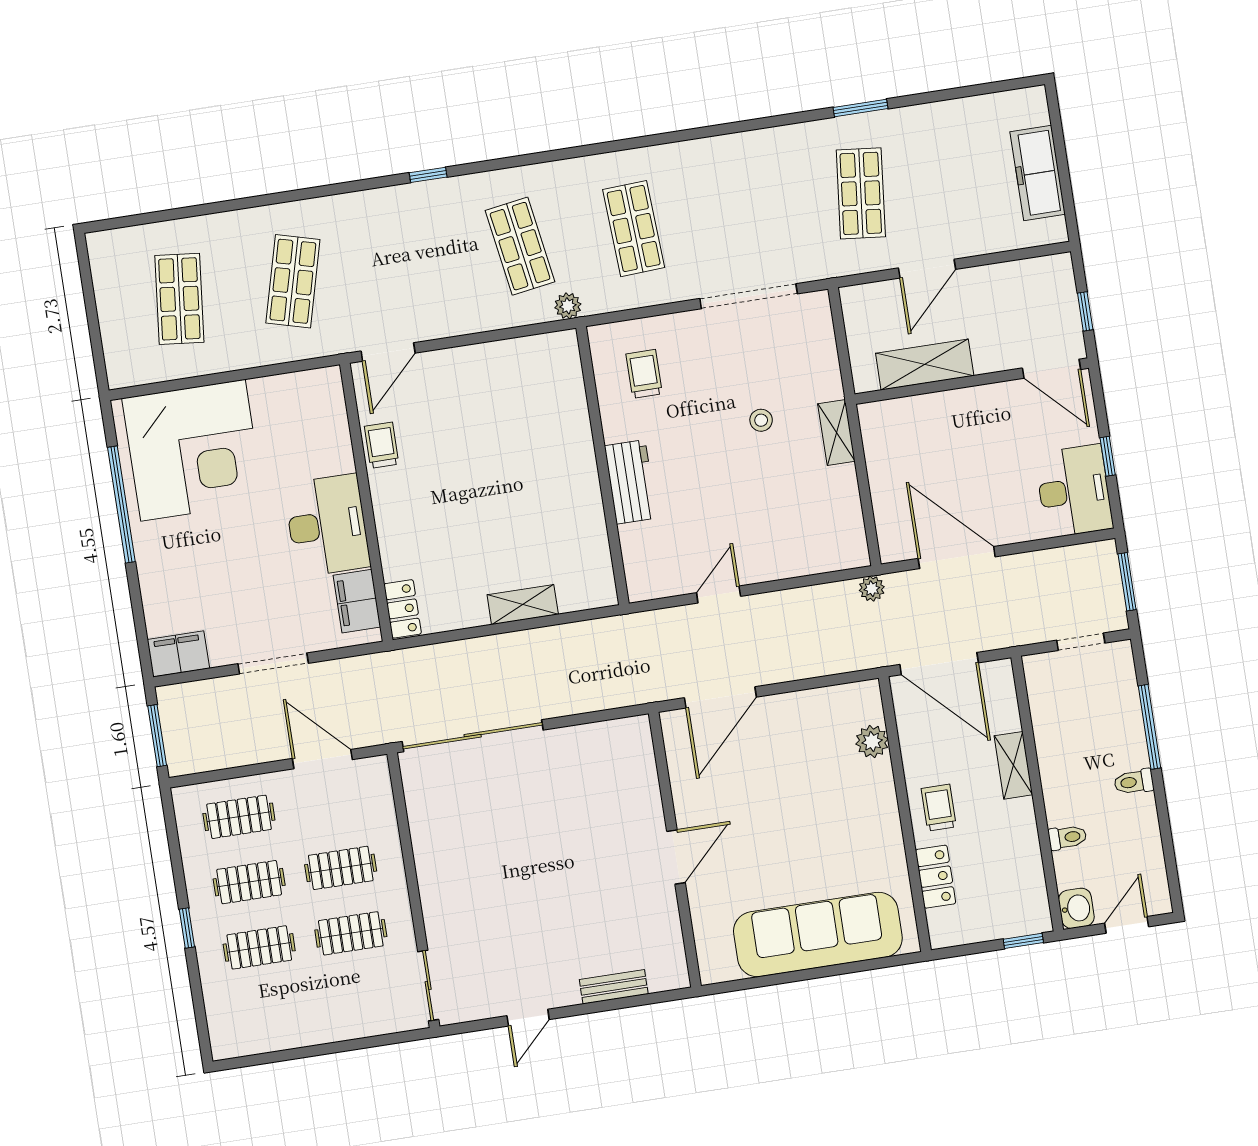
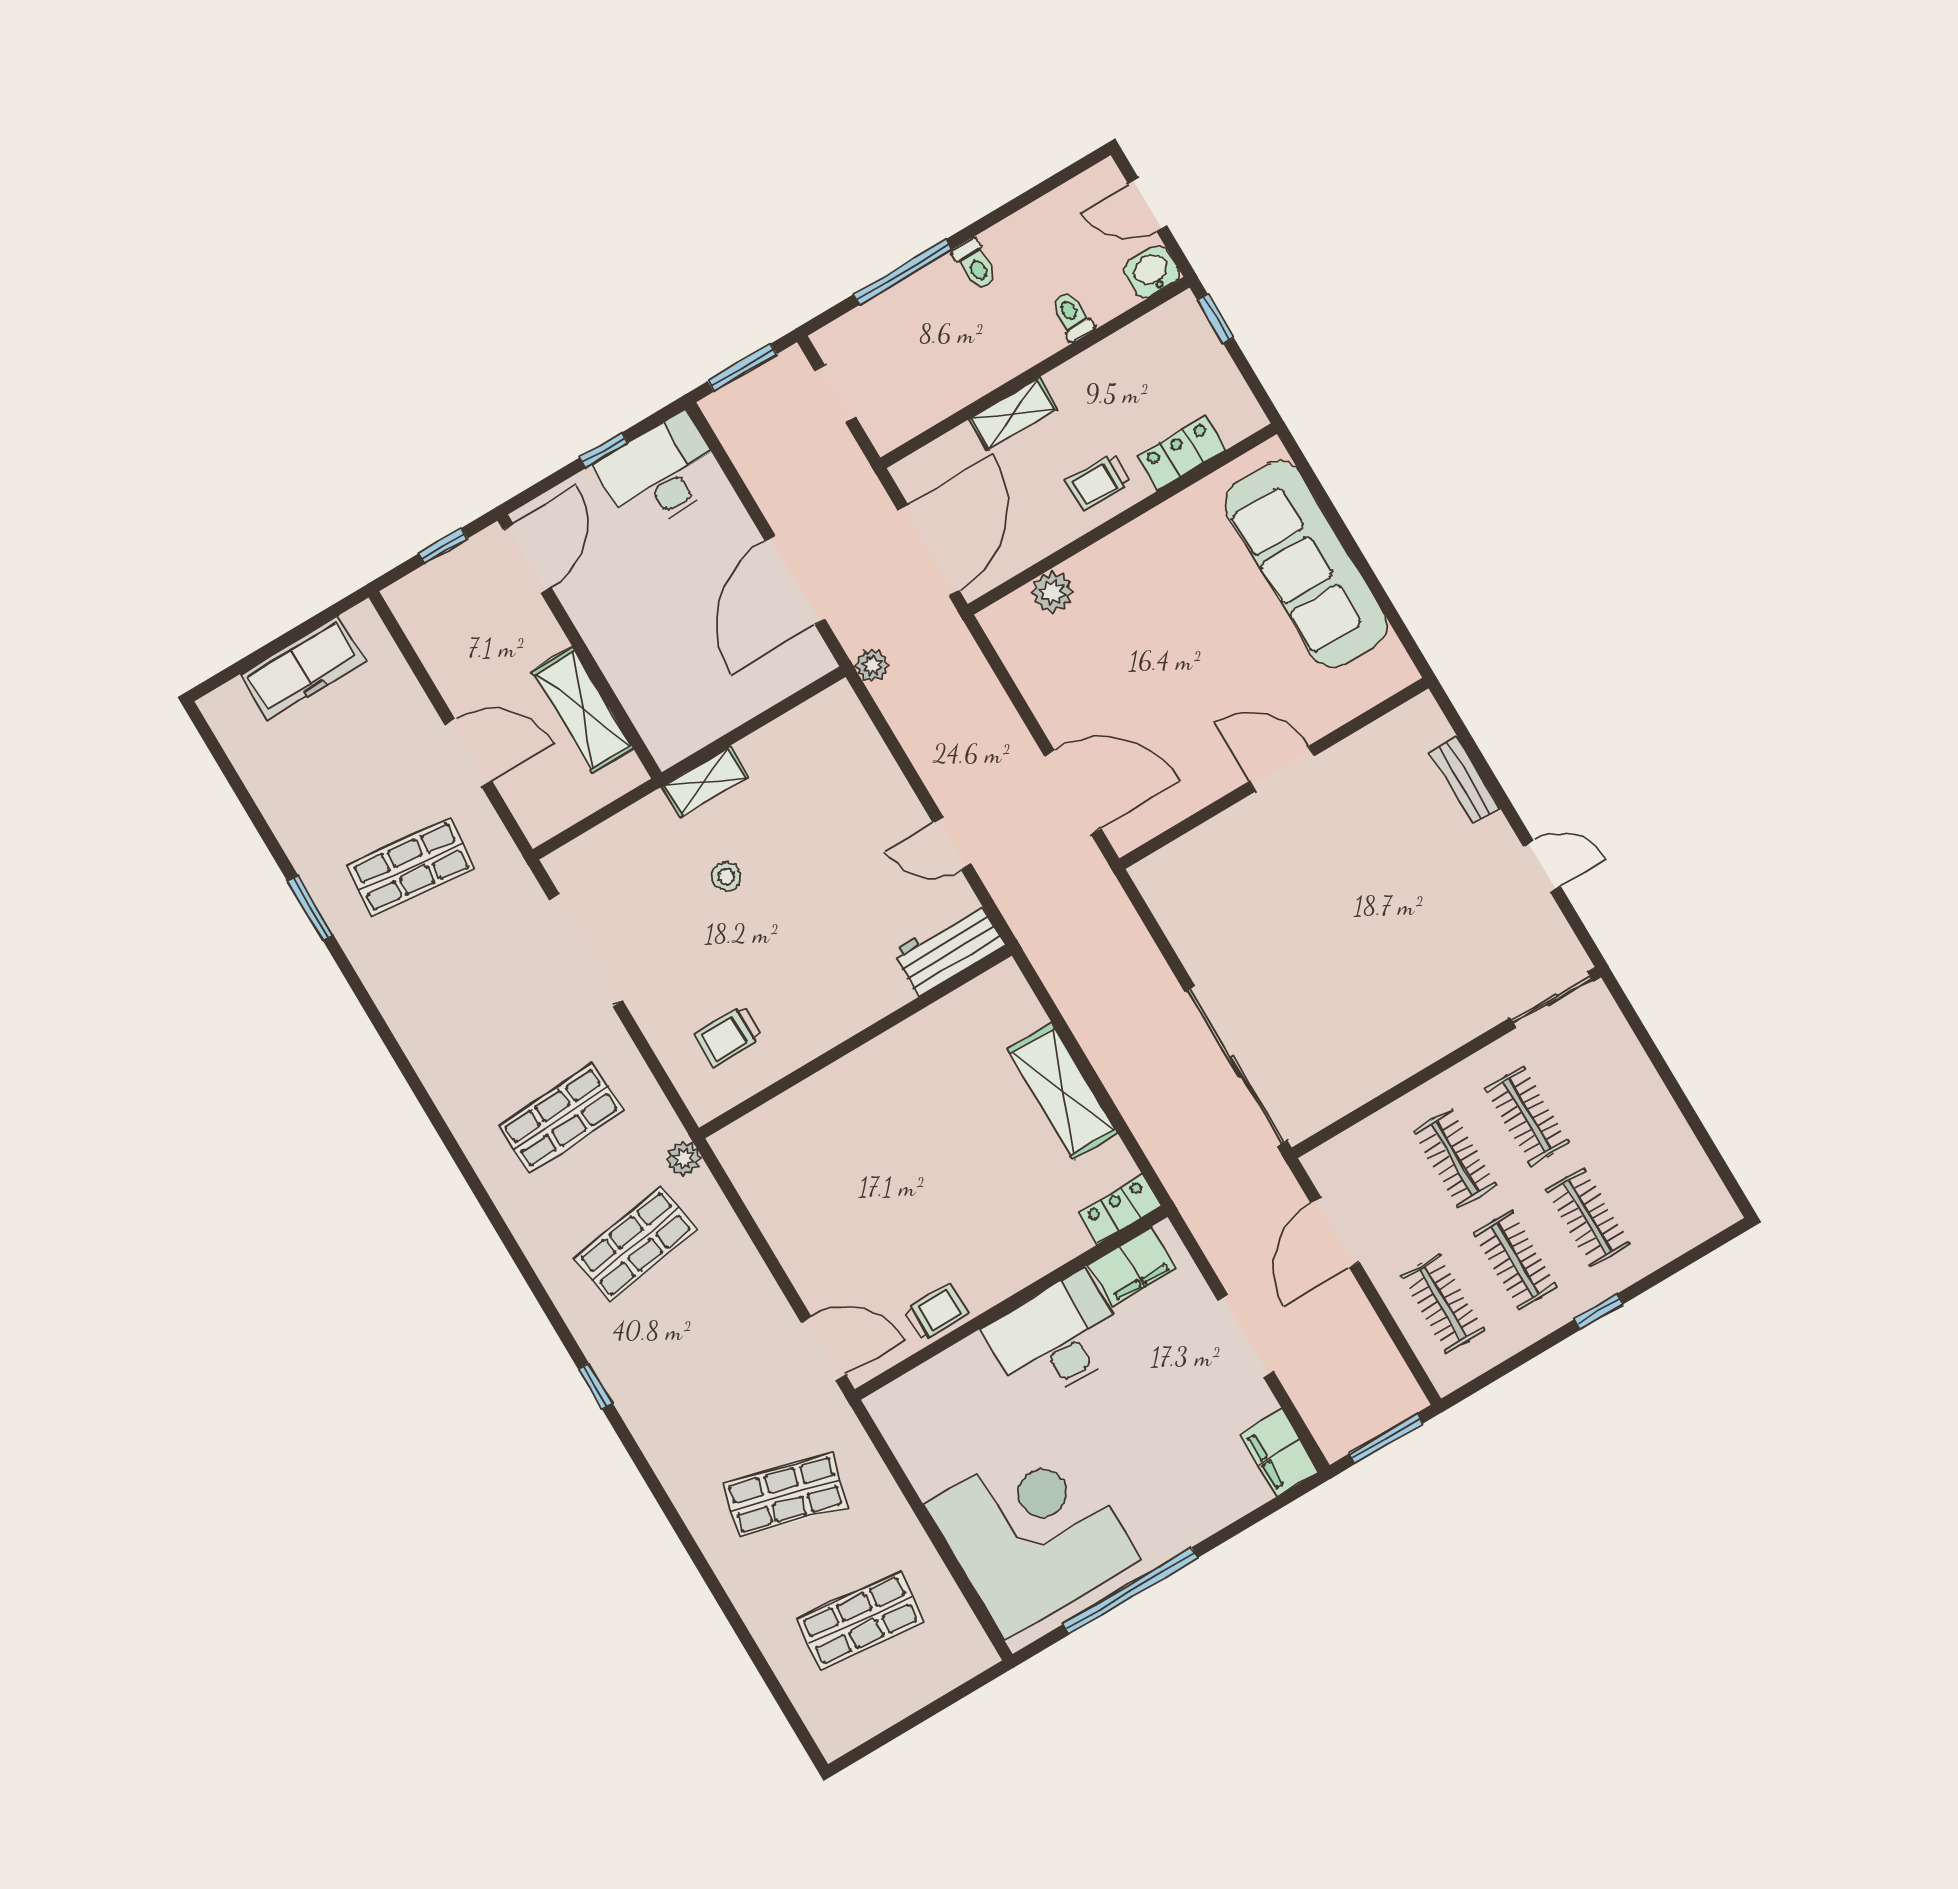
trolley: (382, 445) -> (936, 1312), turned 180
workbench: (631, 482) -> (949, 949), moved
shelving: (523, 605) -> (1063, 1091), width x1.50, depth x1.33

